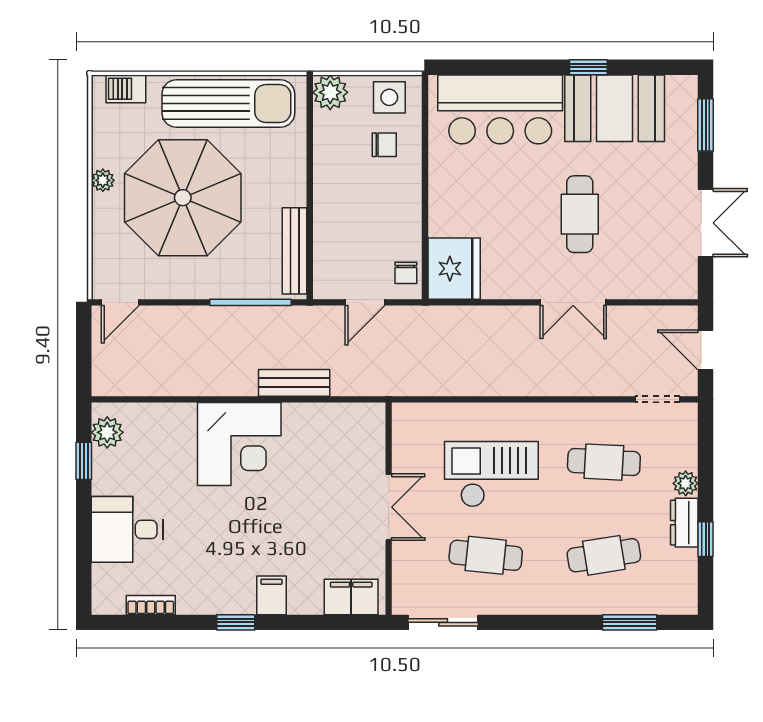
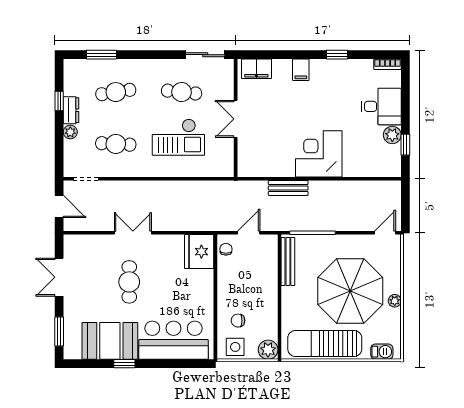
plant: (107, 432) -> (392, 135), moved
bookcase: (151, 605) -> (388, 64), moved
window: (236, 622) -> (337, 55), moved

